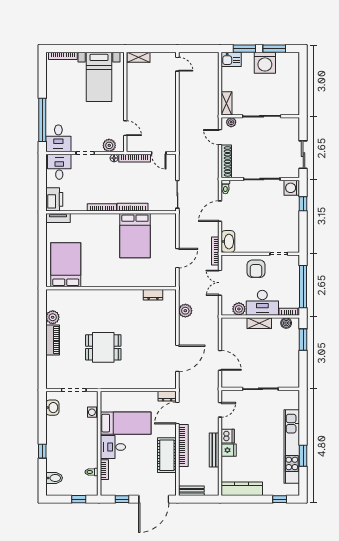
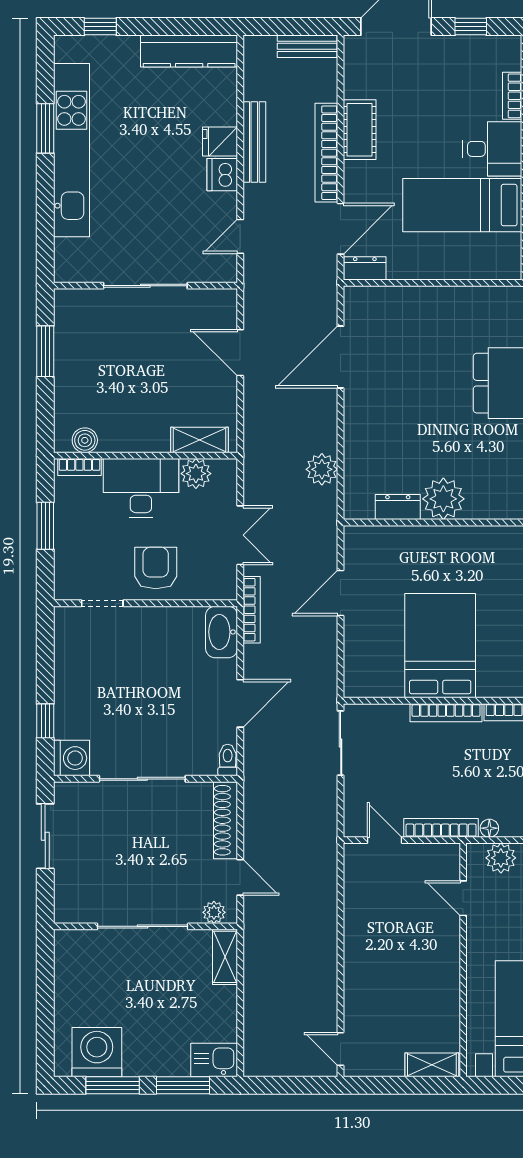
washing machine: (265, 63) -> (97, 1052), moved
window: (303, 287) -> (45, 526), width x0.47
plant: (134, 298) -> (443, 499), added
shelving: (259, 323) -> (199, 440), moved
window: (303, 340) -> (45, 351), moved
cot: (167, 455) -> (360, 130), width x0.73, depth x0.75

